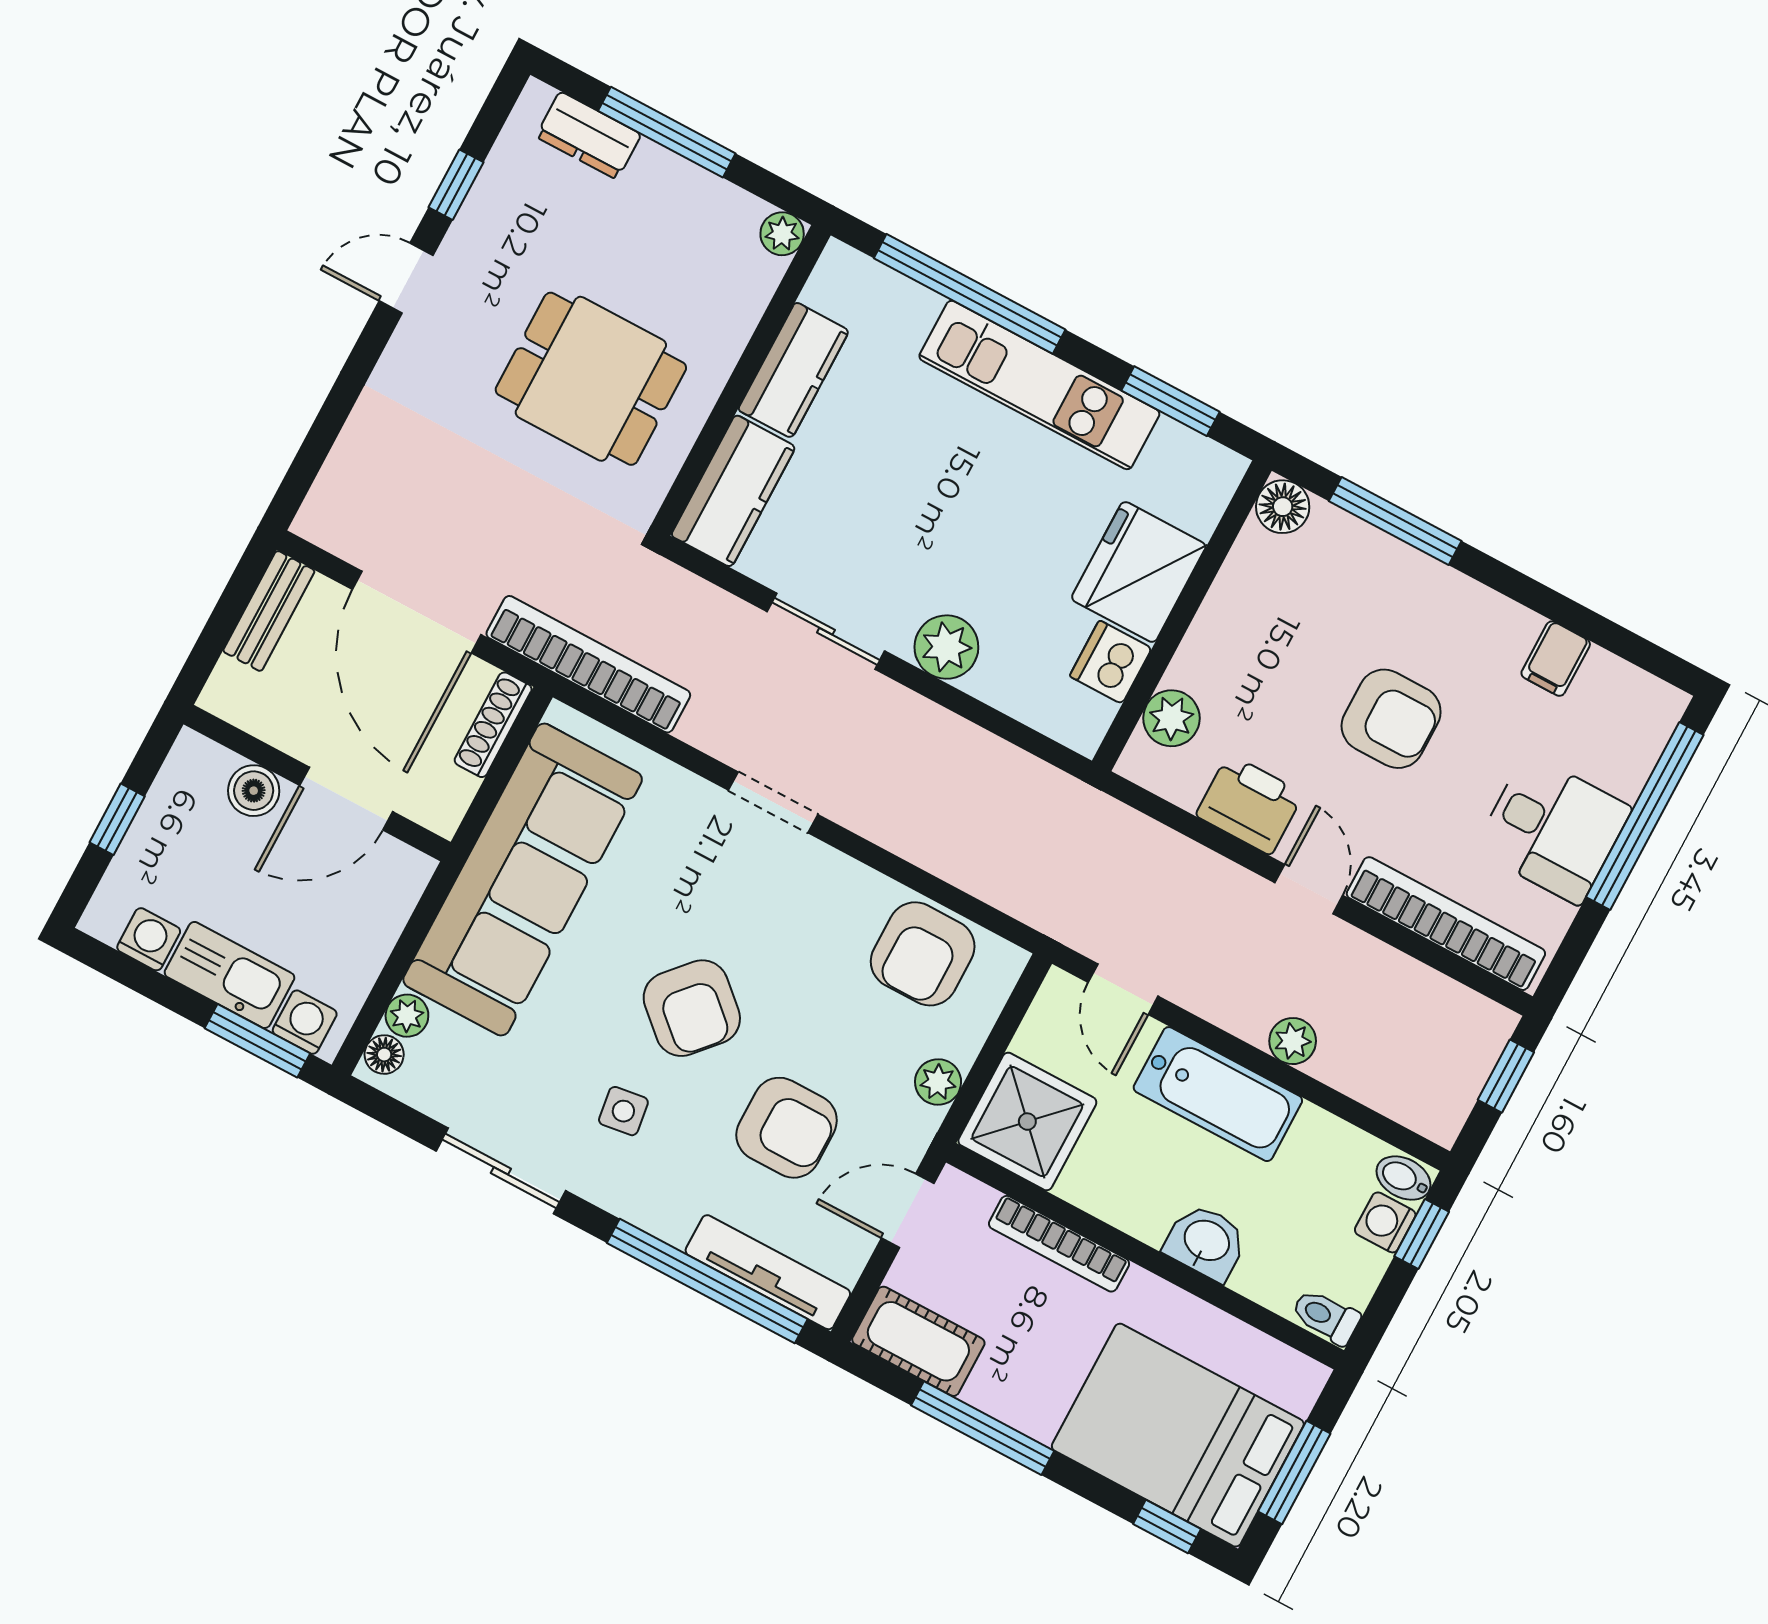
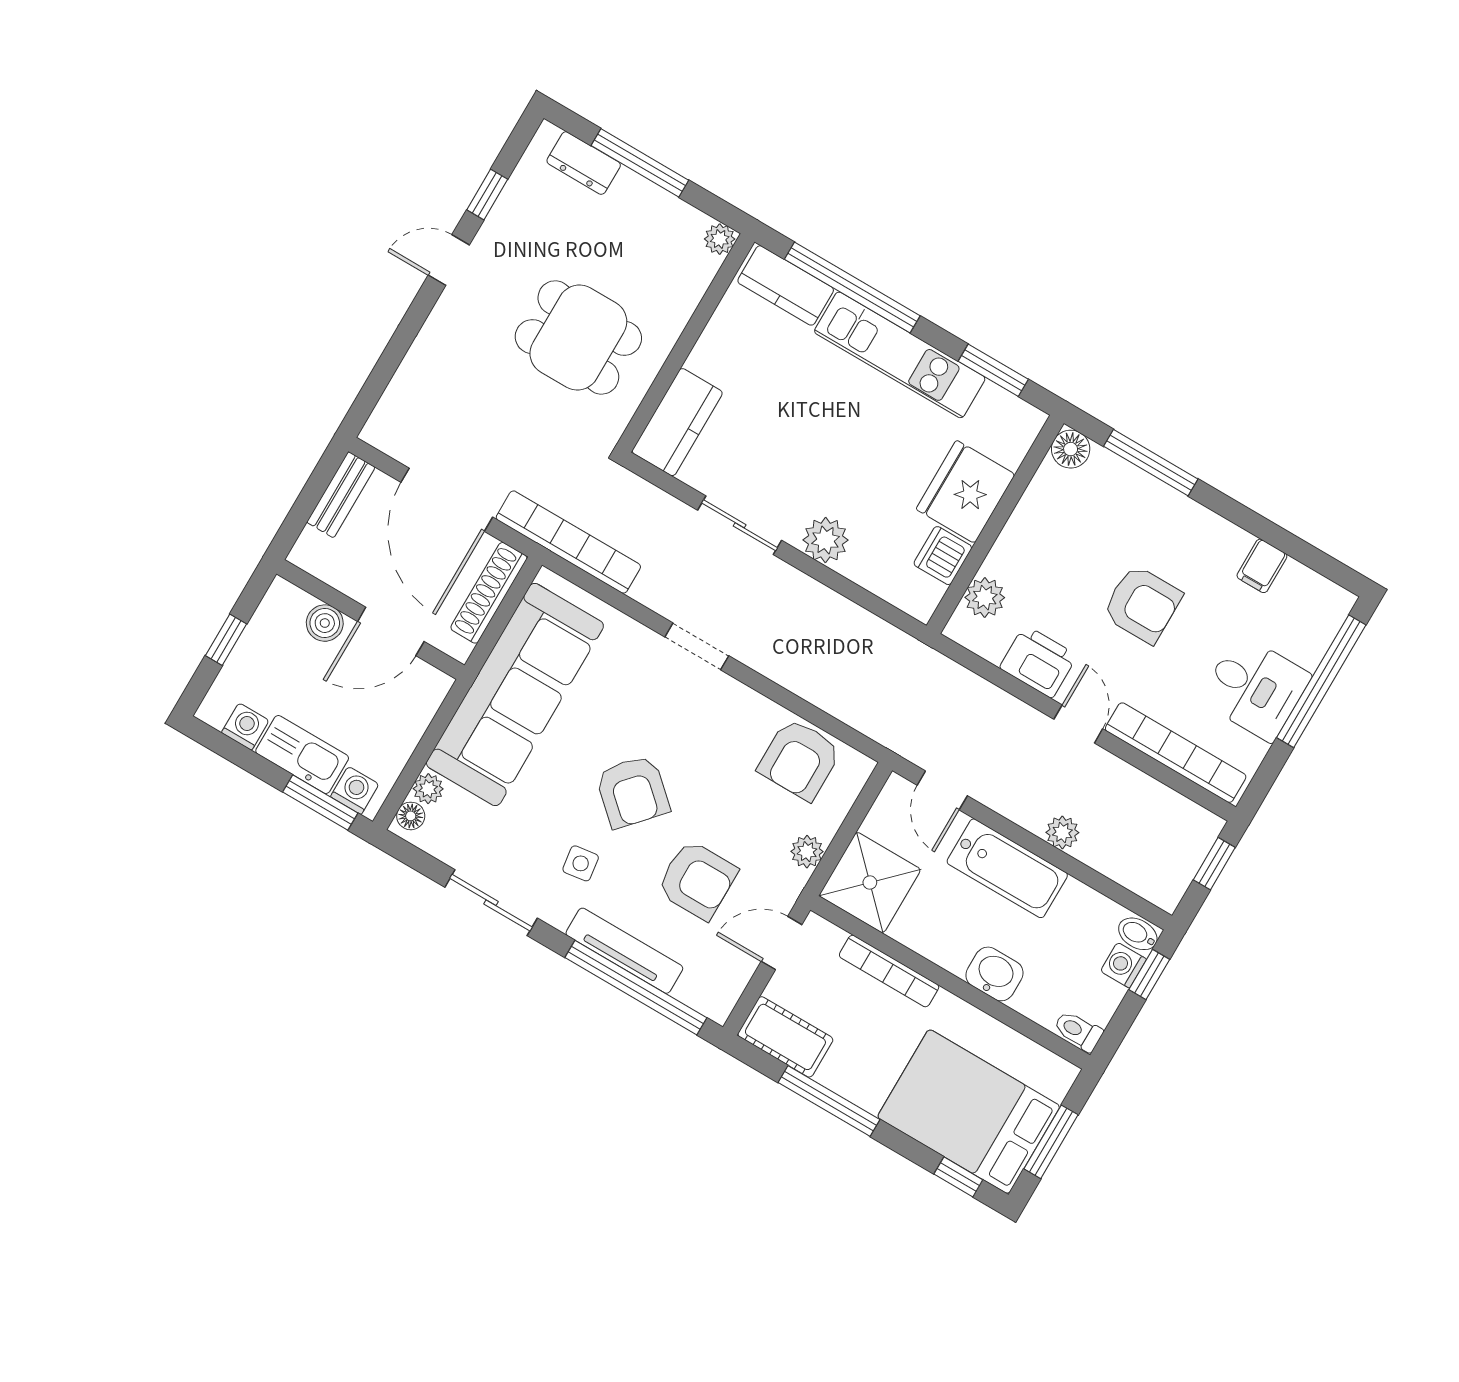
kitchen counter: (794, 370) -> (786, 285), moved, turned 90
shoe rack: (493, 725) -> (489, 593), width x1.36, depth x1.24
tv unit: (768, 1272) -> (624, 951), moved

